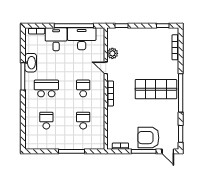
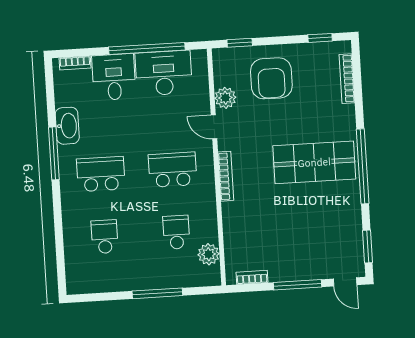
school desk: (83, 88) -> (172, 170), width x1.85
plant: (99, 133) -> (209, 254), added
armchair: (148, 138) -> (271, 78), moved, turned -90

